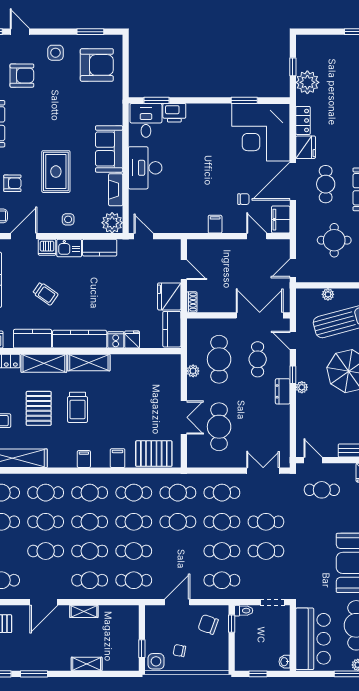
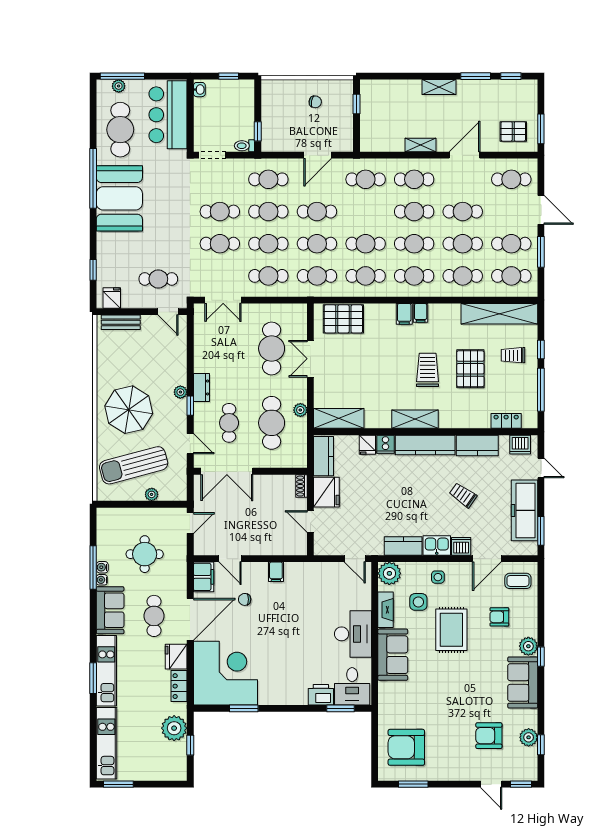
side table: (55, 53) -> (418, 602), moved
shelving: (44, 363) -> (339, 418), moved
filing cabinet: (118, 458) -> (404, 314), moved
cafe table: (134, 551) -> (317, 212), moved
chair: (208, 624) -> (284, 131), removed
side table: (156, 661) -> (341, 90), removed
shelving: (87, 664) -> (439, 87), moved

